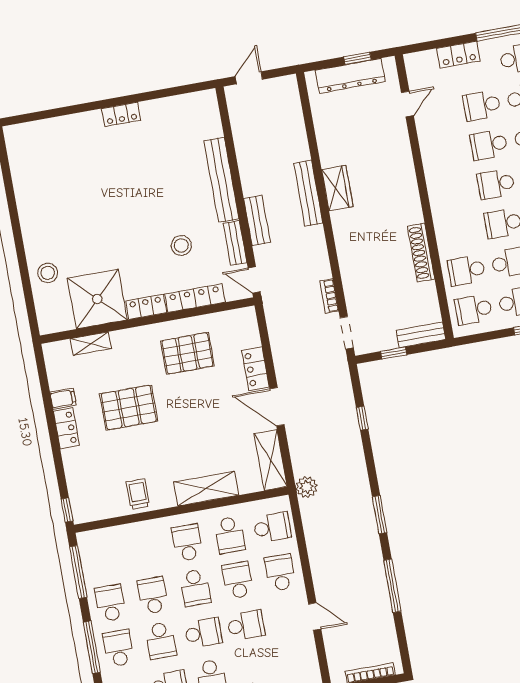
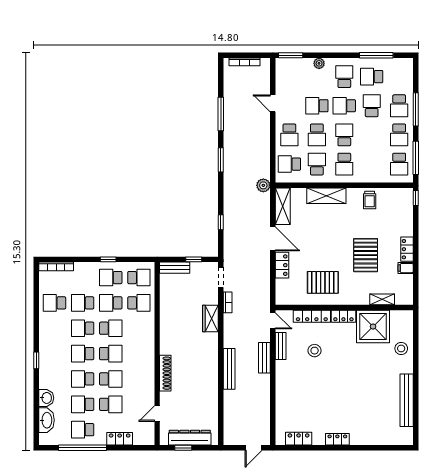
locker: (181, 105) -> (299, 439), added
bench: (221, 180) -> (407, 400), moved
wardrobe: (337, 188) -> (210, 319), moved
shoe rack: (421, 253) -> (165, 373), moved
pallet: (129, 408) -> (366, 255), turned 90
school desk: (153, 595) -> (399, 164), moved

